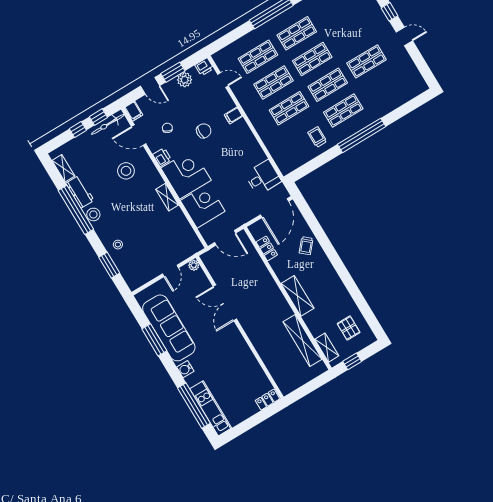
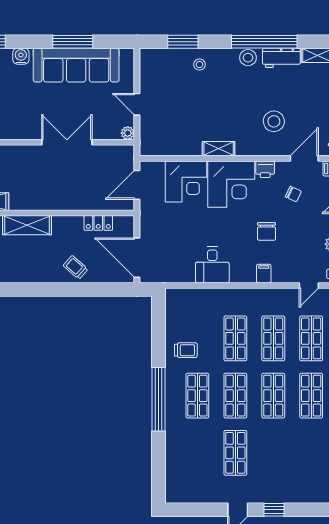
desk: (263, 177) -> (212, 265), moved

